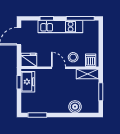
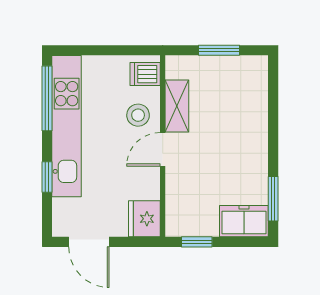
kitchen unit: (60, 27) -> (67, 126), width x1.36
shelving: (88, 74) -> (177, 106), moved
freezer: (28, 82) -> (244, 221), moved
boiler: (75, 107) -> (254, 111), removed

